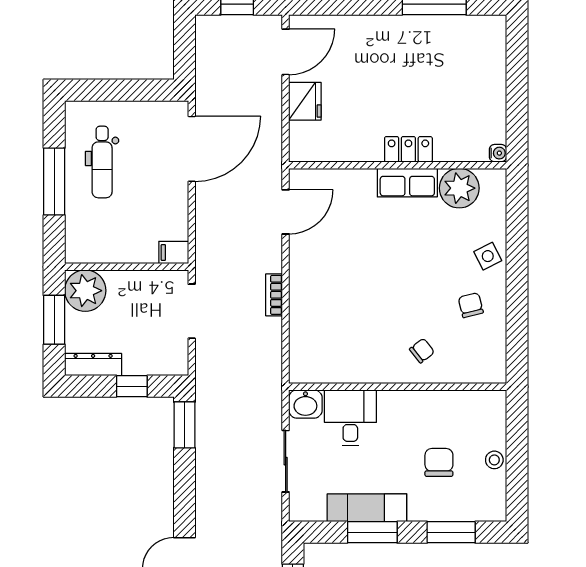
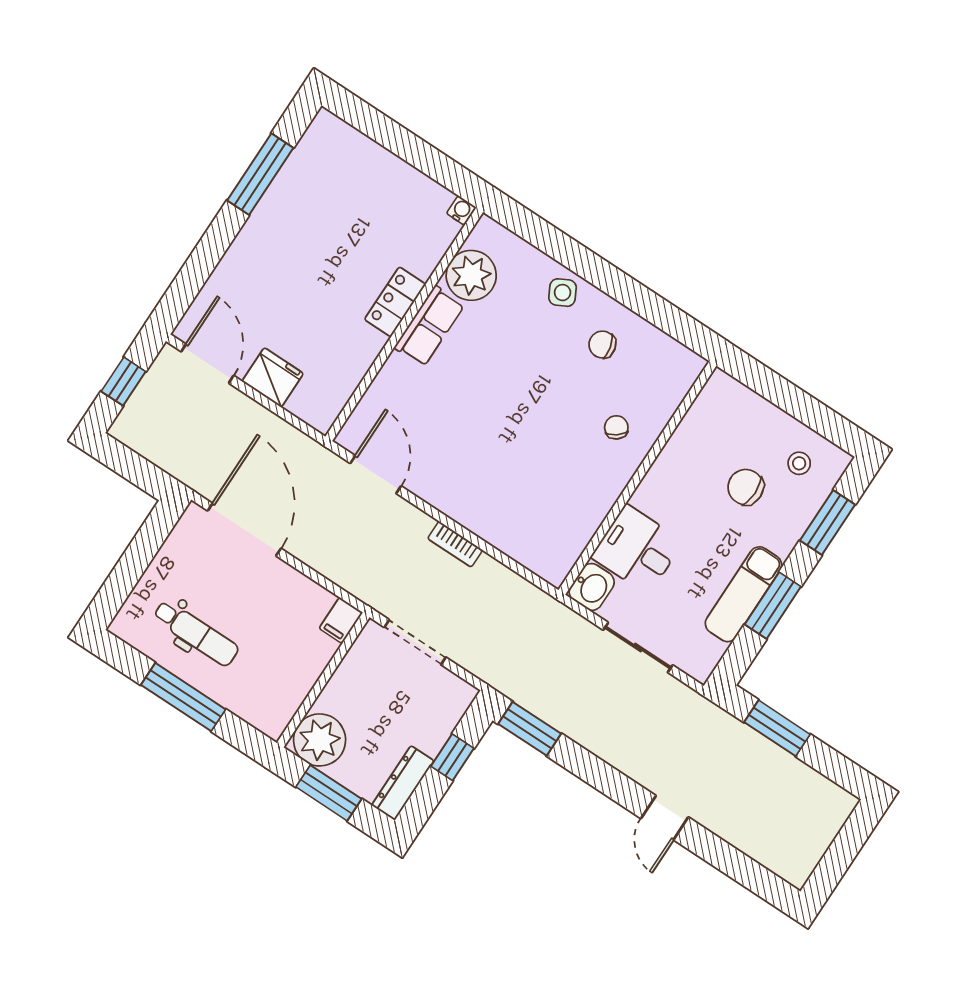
stool: (494, 460) -> (799, 463), moved

